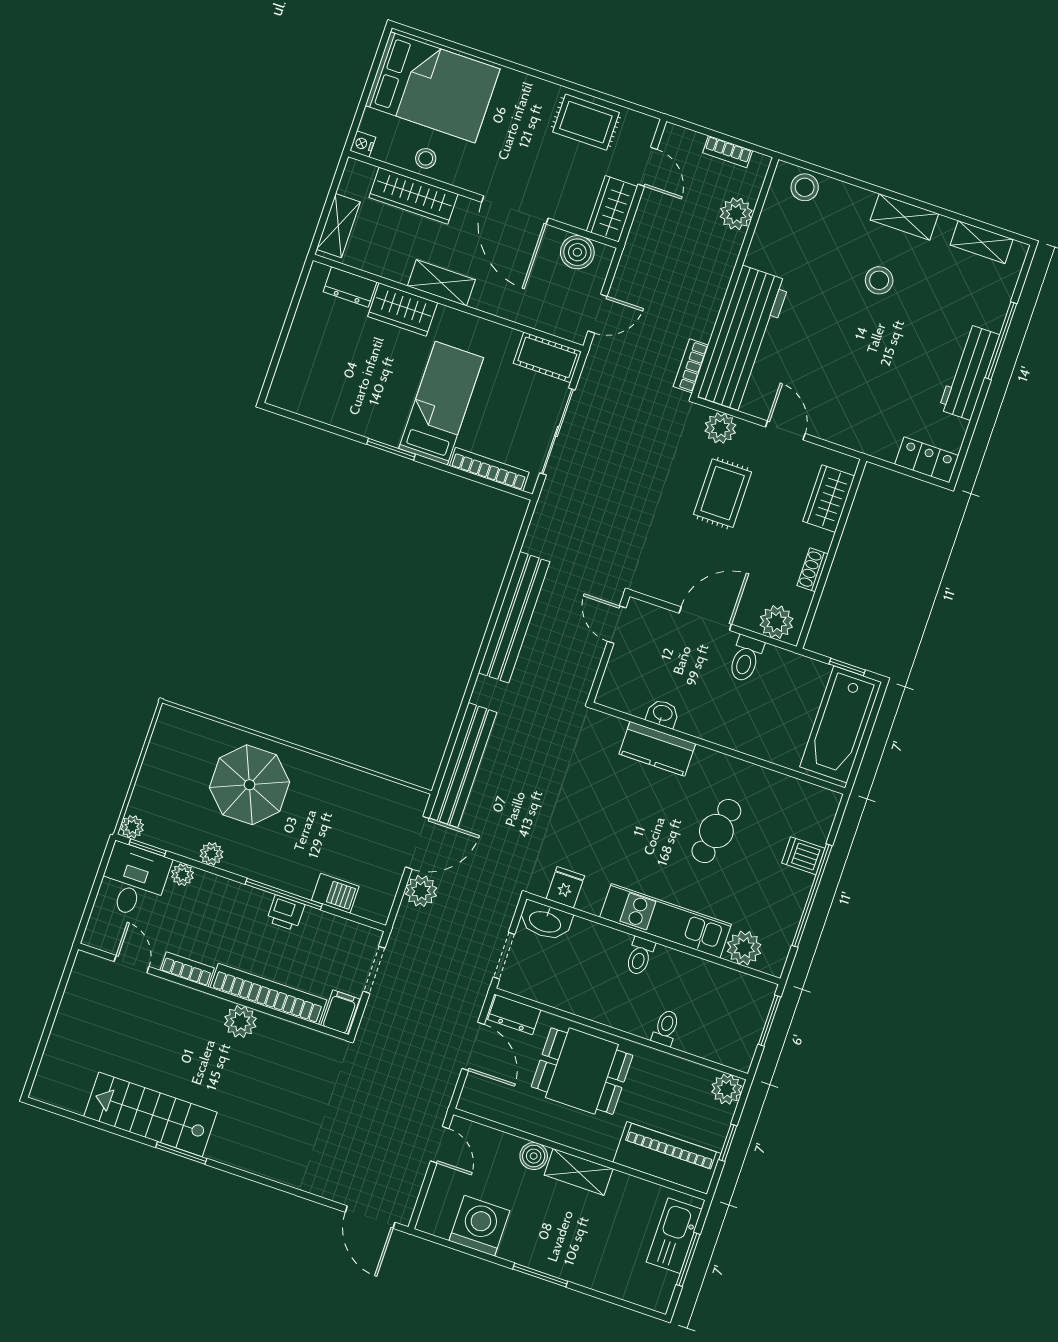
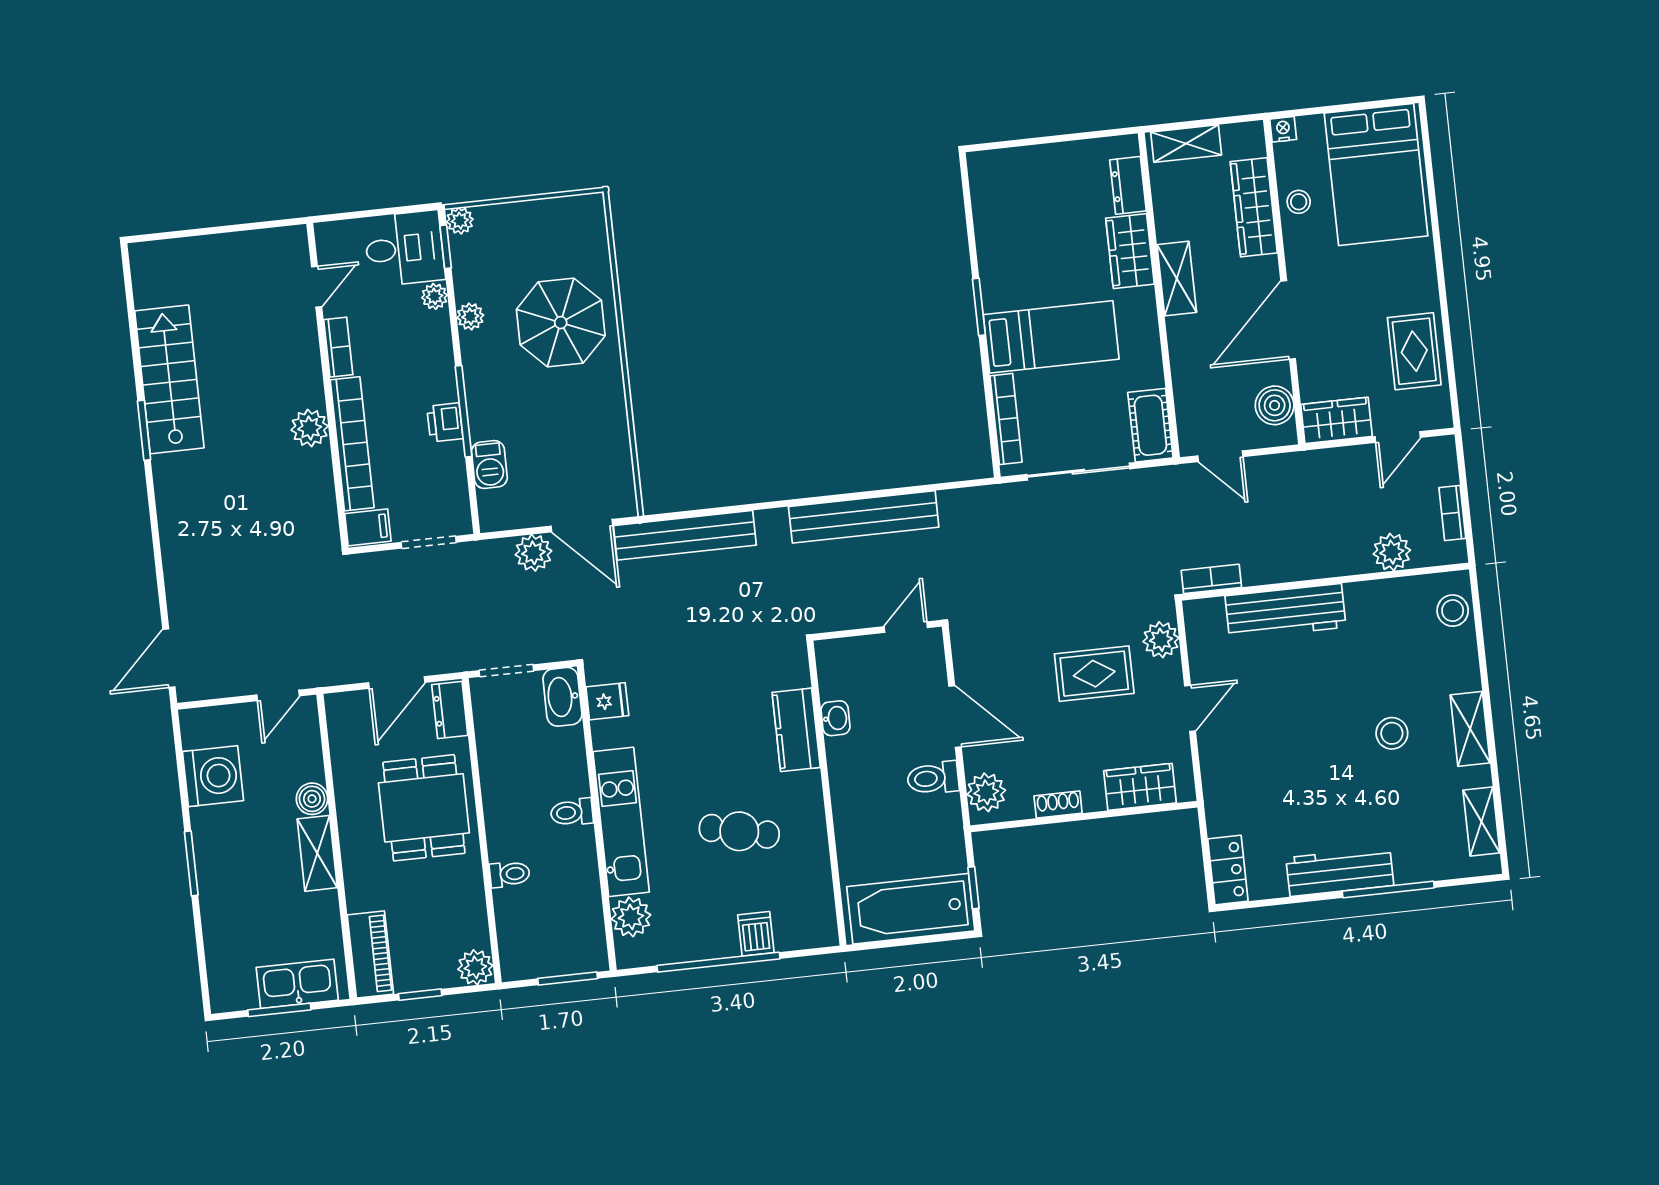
workbench: (744, 339) -> (1286, 612), width x0.73, depth x0.76
piano: (667, 1158) -> (370, 954), width x0.73, depth x0.75

